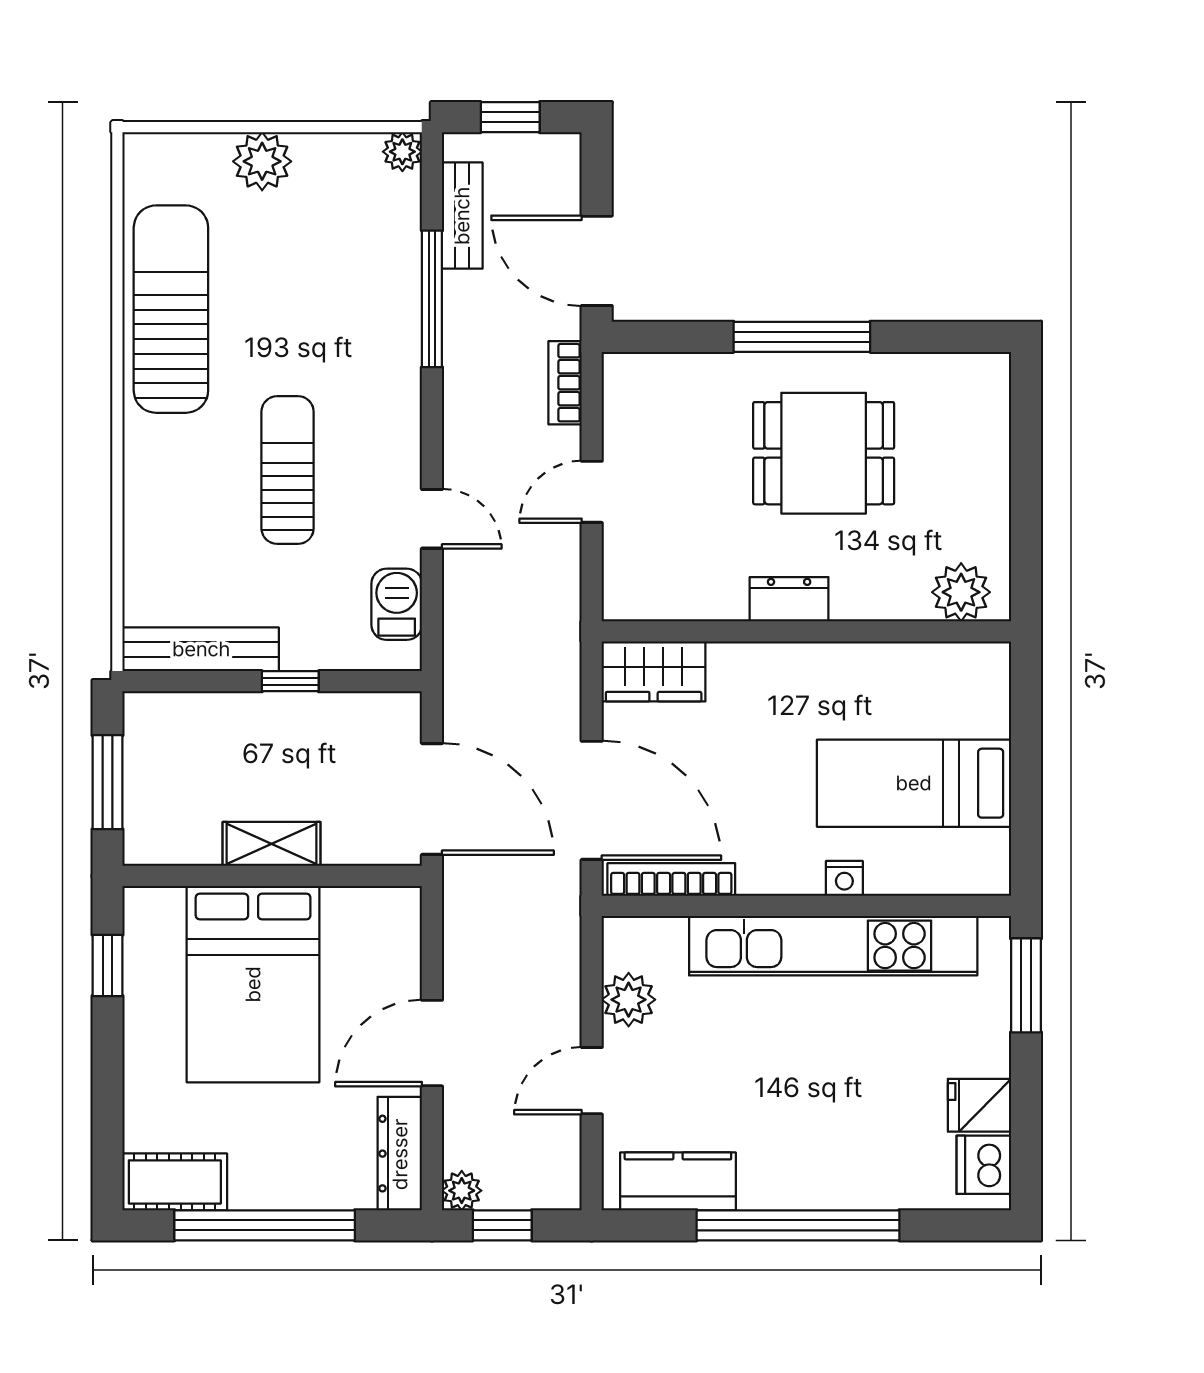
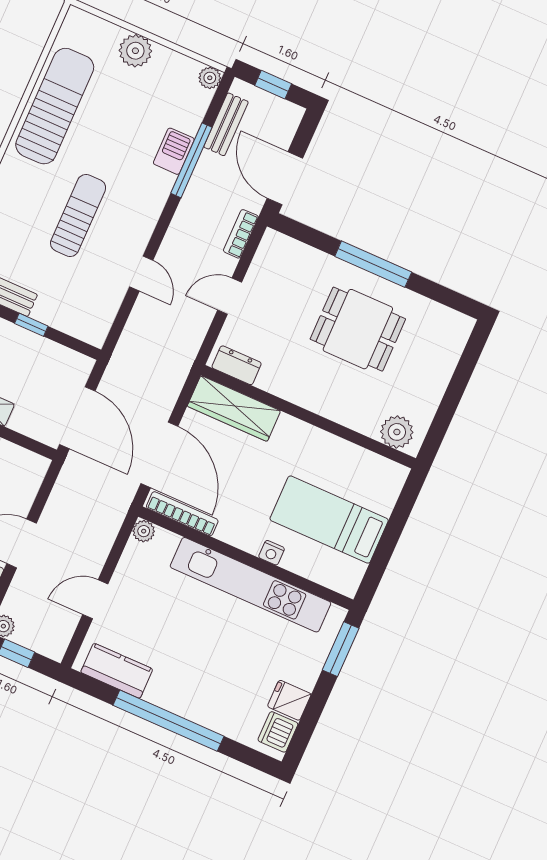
dresser: (789, 599) -> (237, 365), moved
barbecue: (397, 604) -> (174, 151), moved
wardrobe: (654, 671) -> (234, 409), width x1.50
plant: (629, 1000) -> (144, 531), moved, width x0.73, depth x0.73

